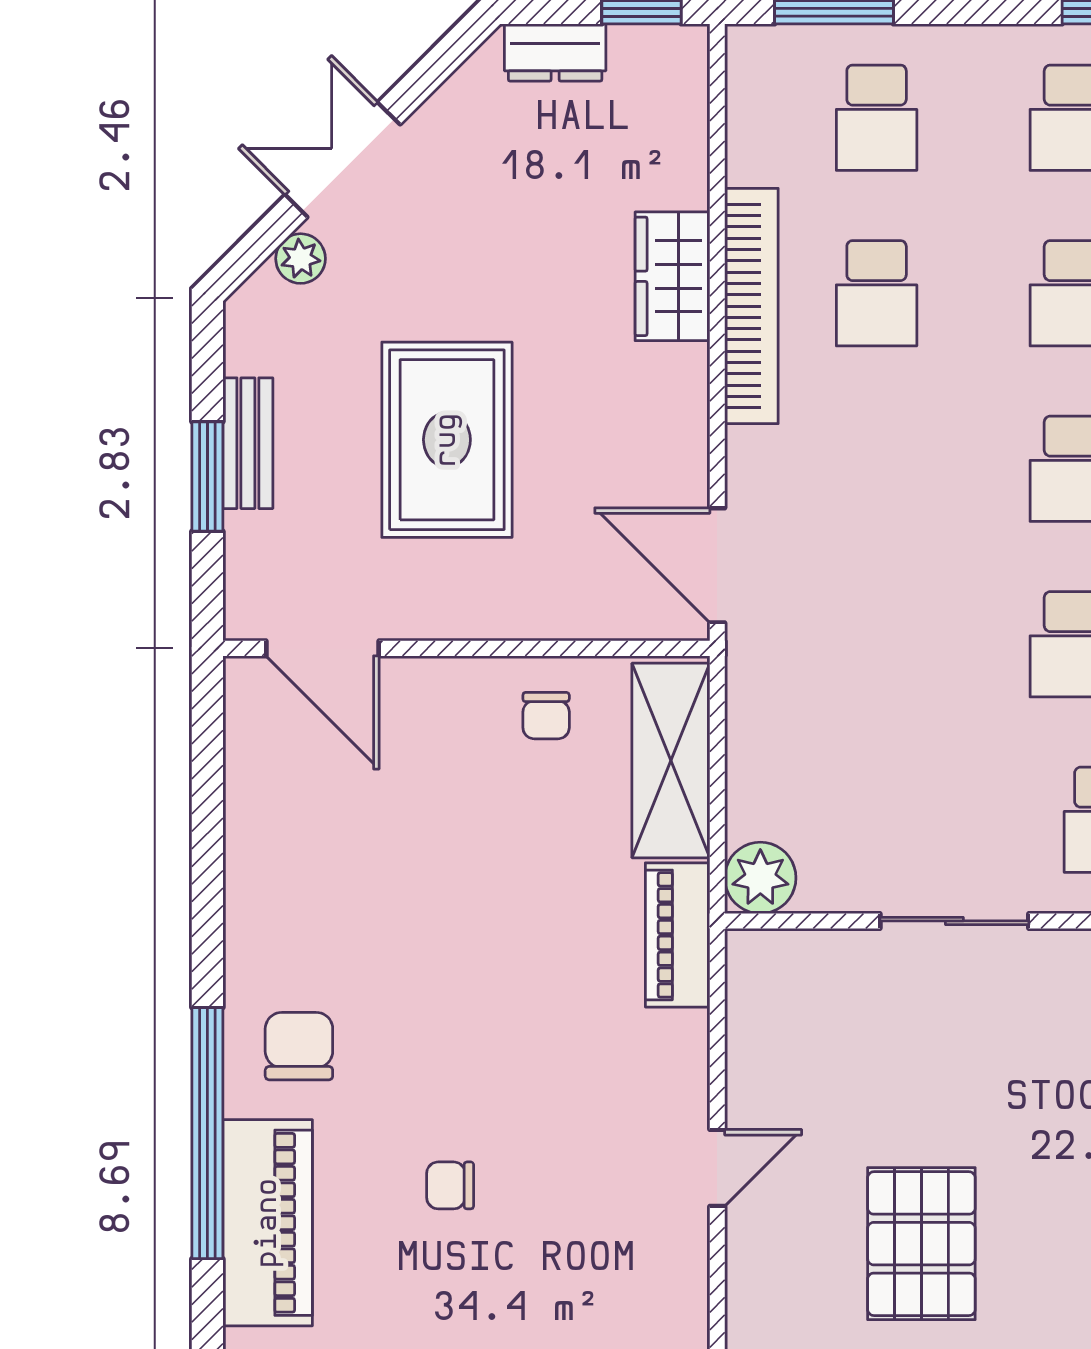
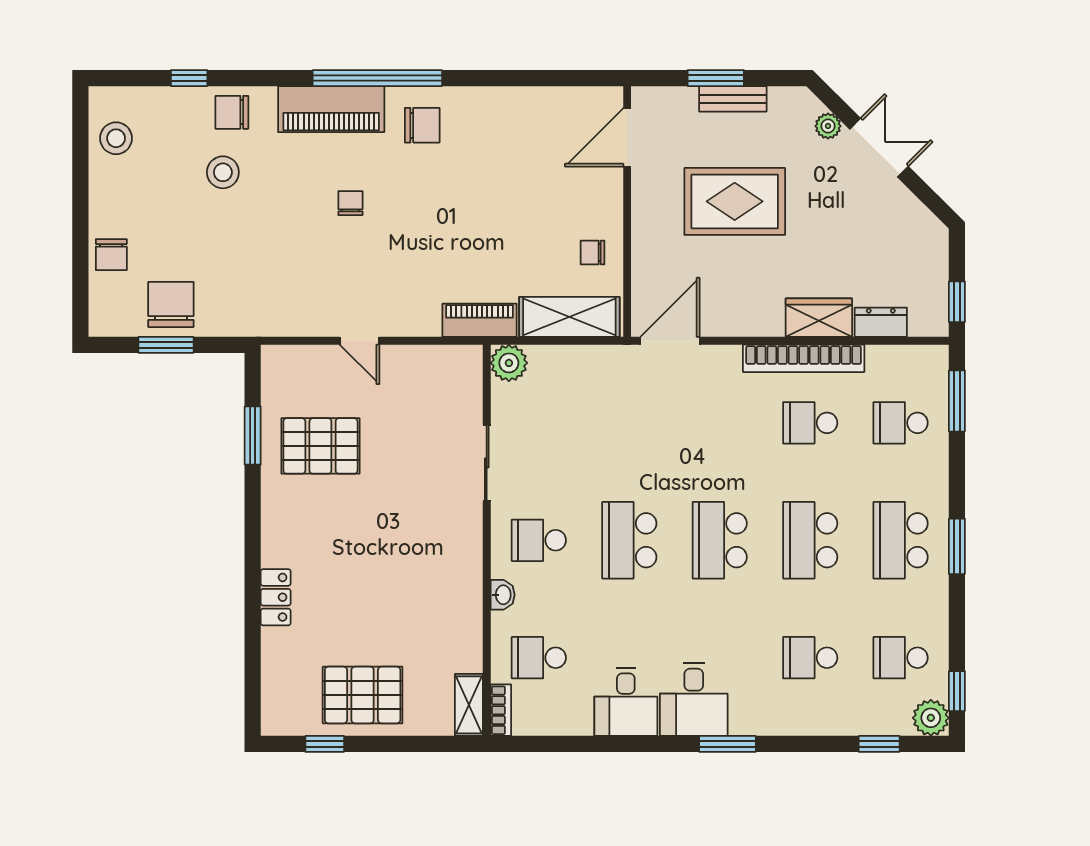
dresser: (555, 53) -> (881, 322), moved, turned 90

